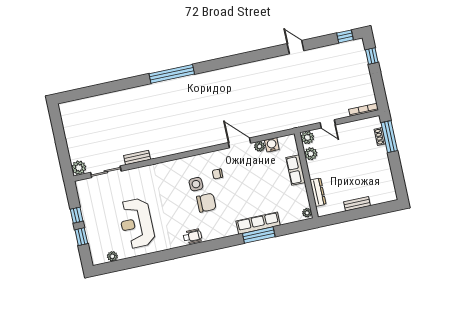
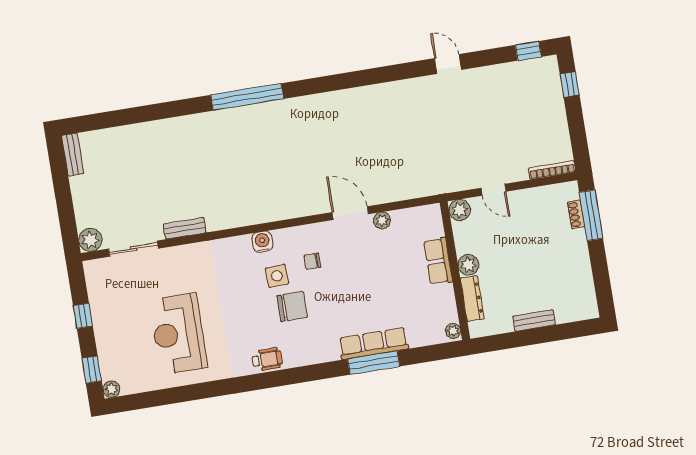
bench: (65, 115) -> (73, 155), added
water cooler: (272, 145) -> (262, 242), moved
plant: (311, 154) -> (468, 265), moved
window: (81, 237) -> (92, 370), moved
plant: (112, 256) -> (111, 389), moved

